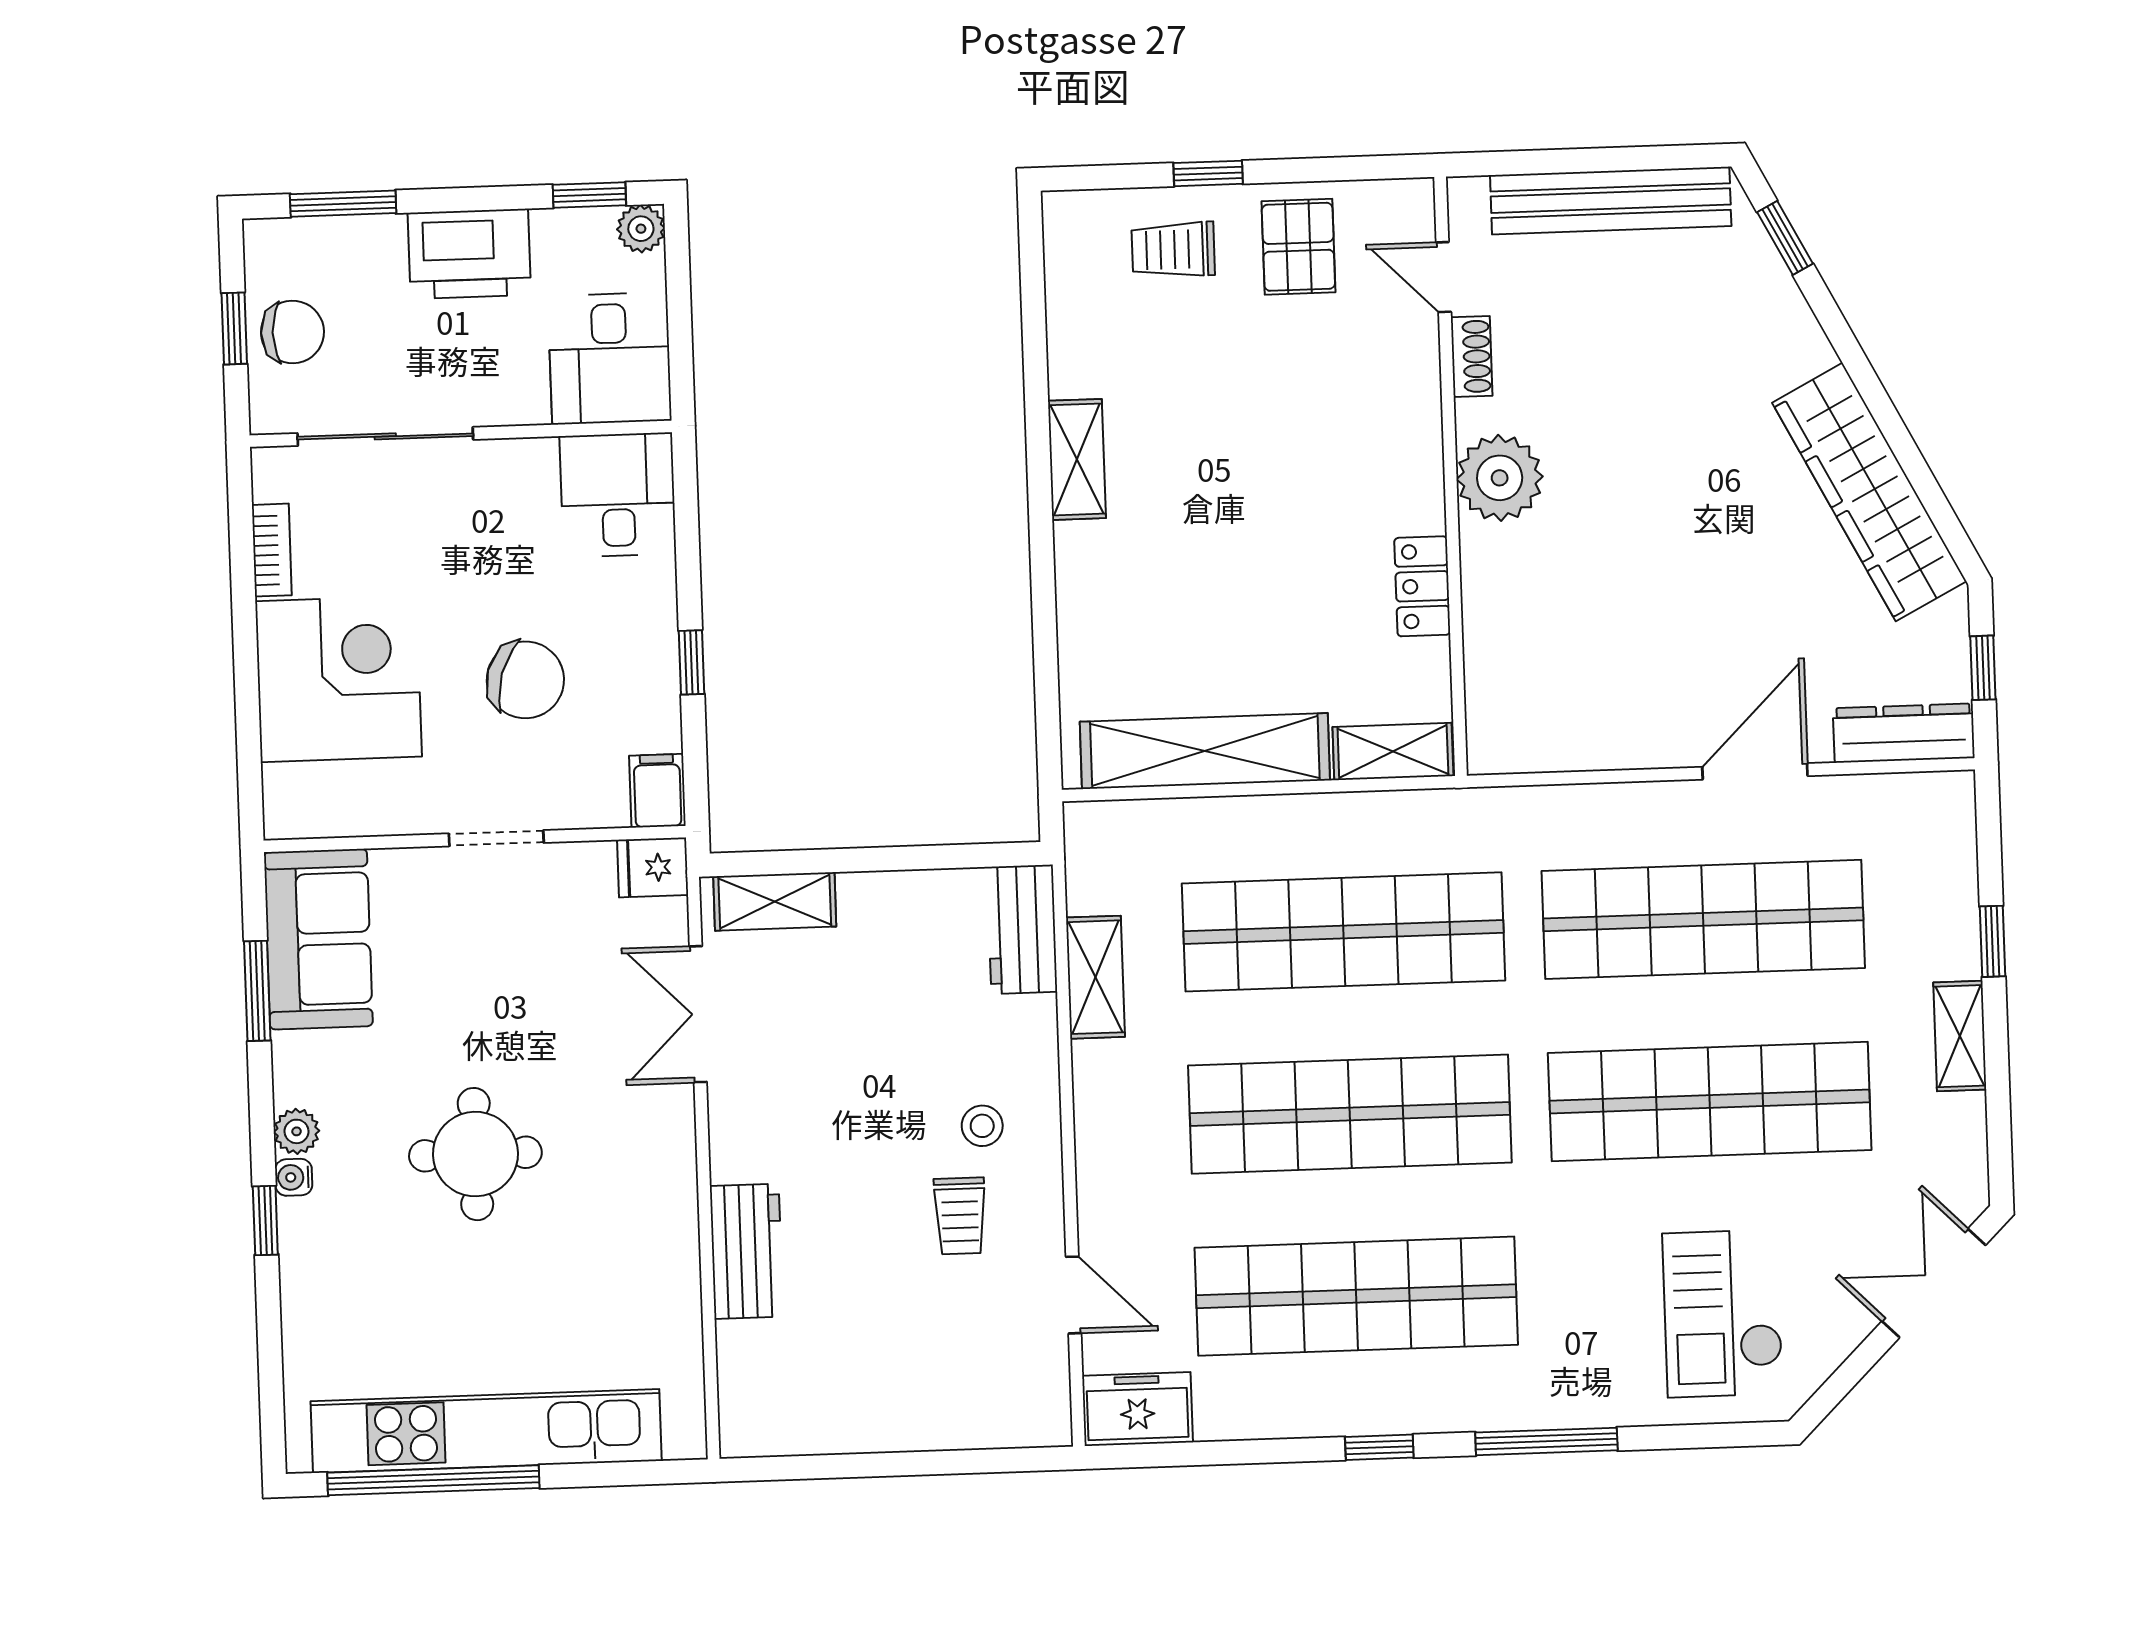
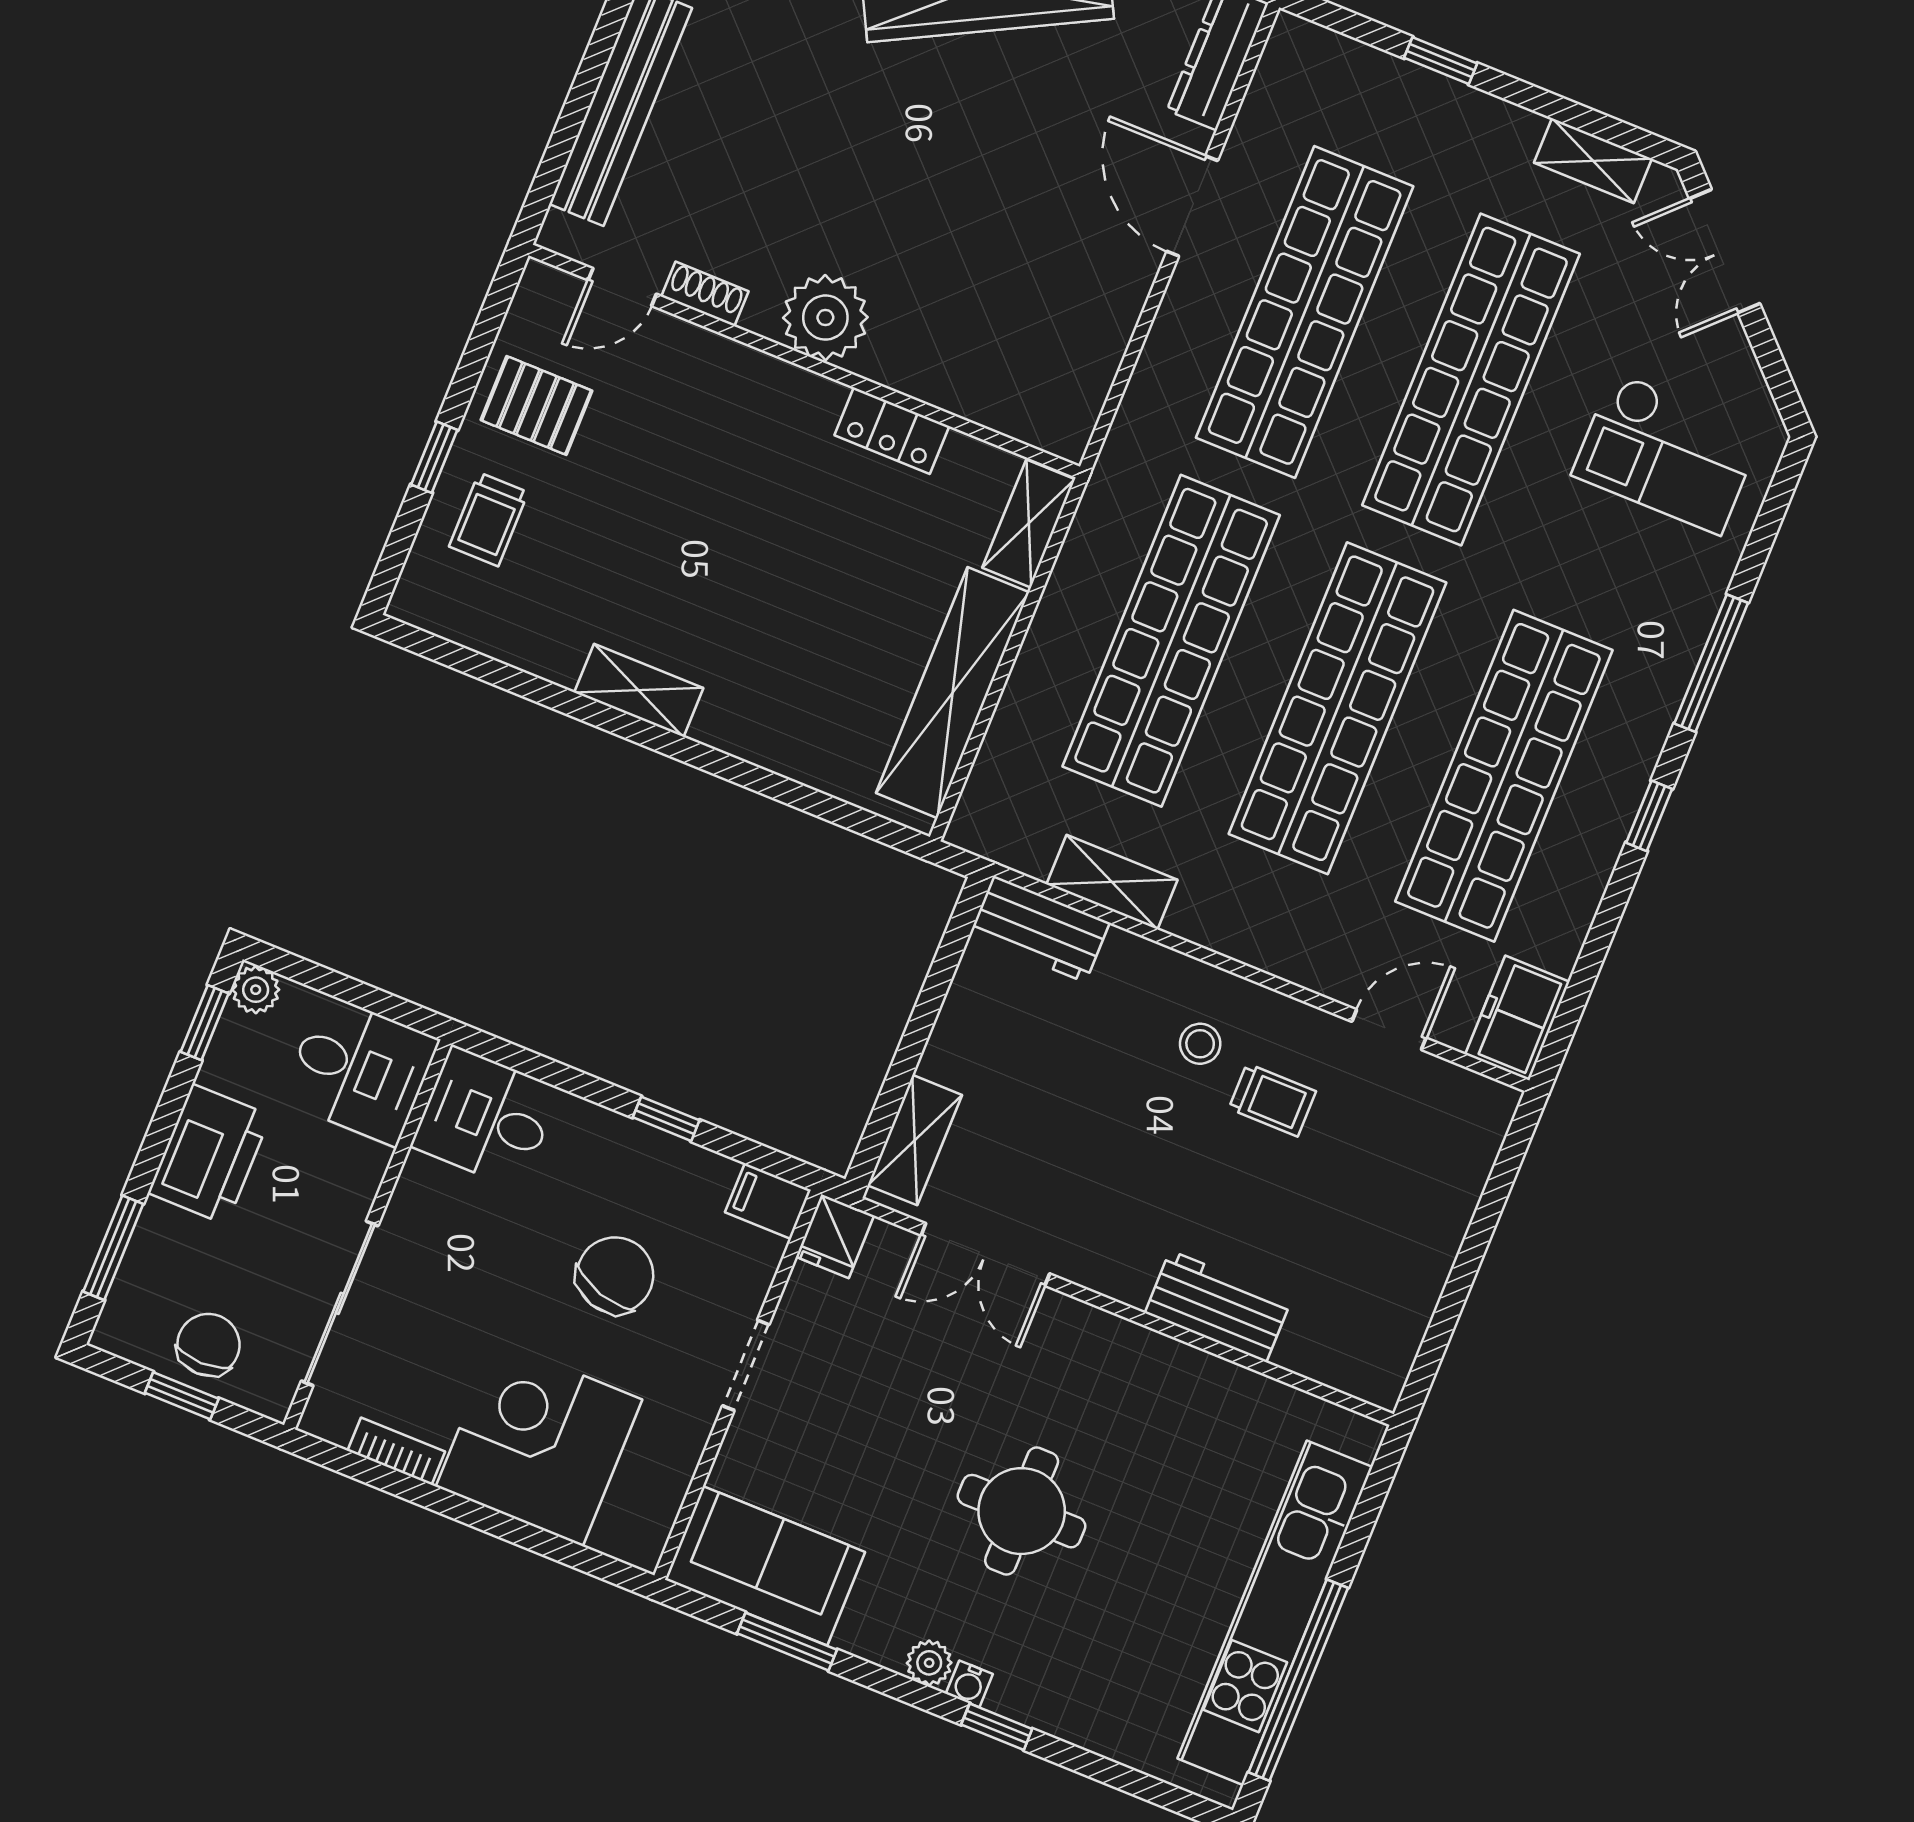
shelving: (1960, 1036) -> (1593, 161), moved

